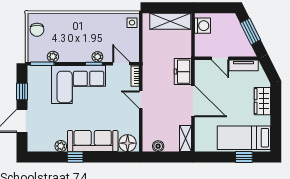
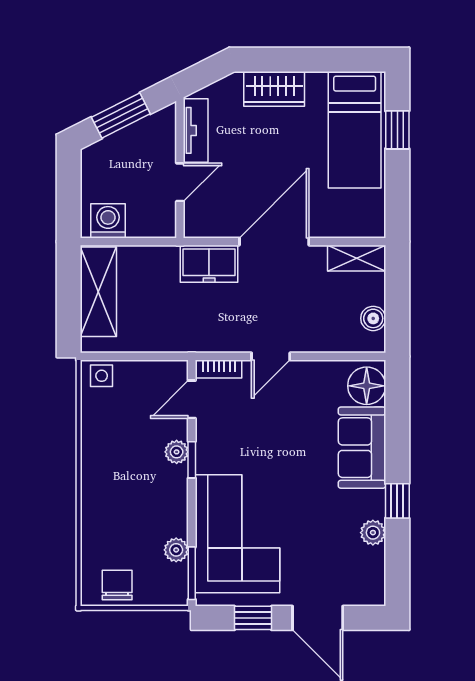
chair: (37, 30) -> (117, 585), turned -90
corner sofa: (79, 84) -> (237, 534), moved
sofa: (93, 141) -> (362, 448), width x0.73

